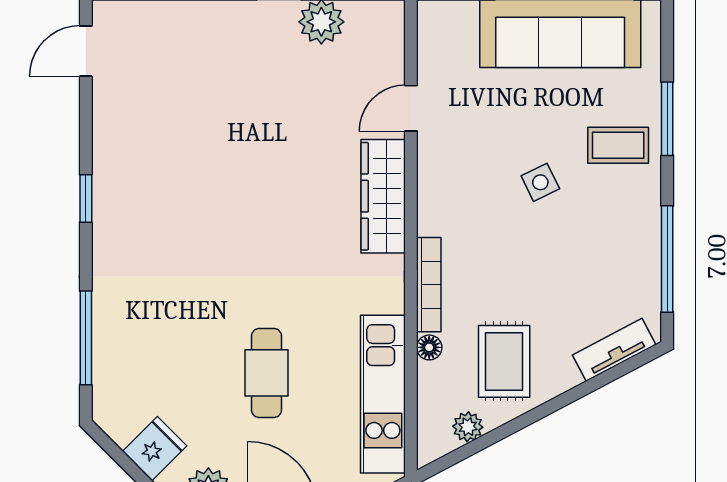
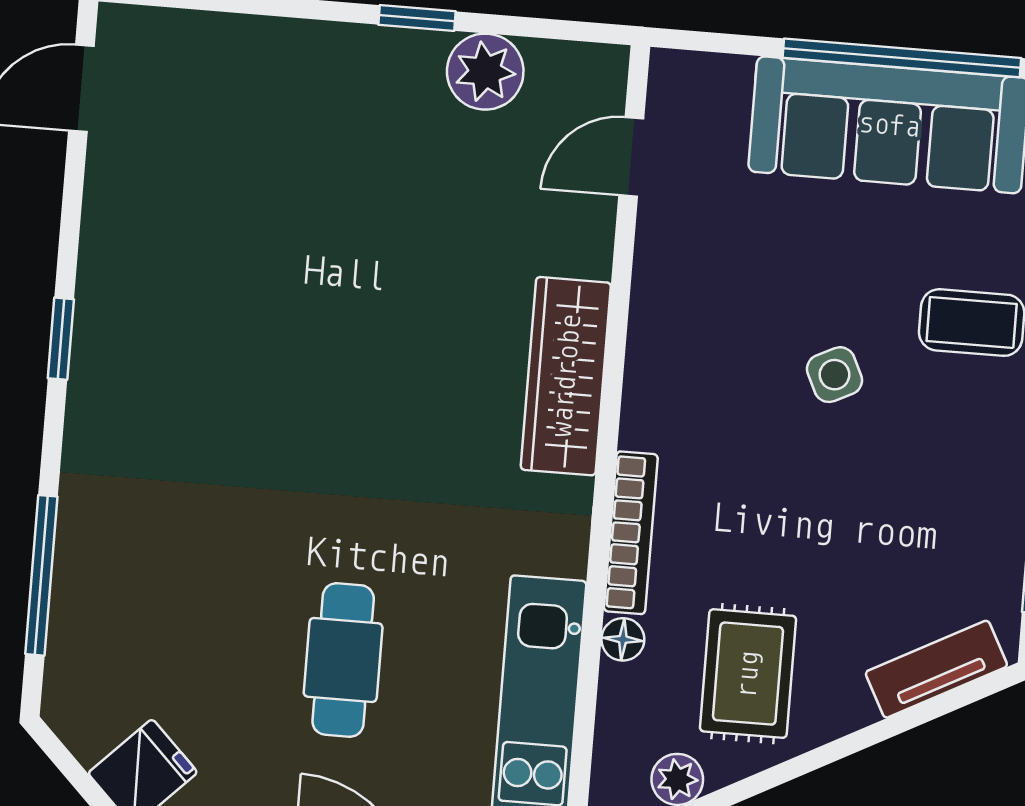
door: (411, 108) -> (631, 157), moved

